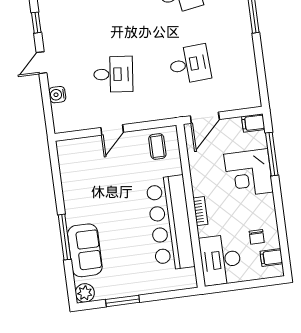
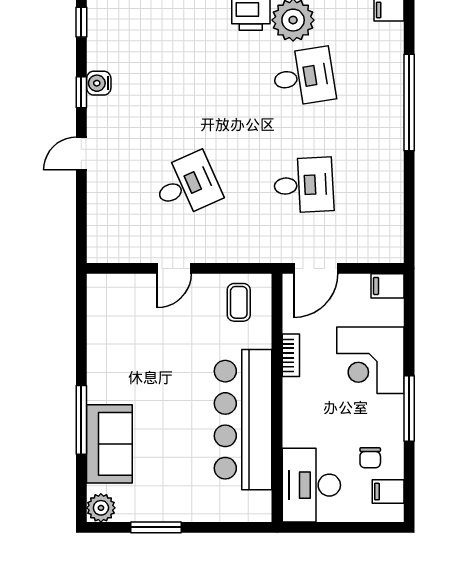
desk: (113, 74) -> (187, 185), turned -30
water cooler: (57, 95) -> (99, 83), moved
window: (272, 154) -> (409, 408), moved
bookcase: (200, 211) -> (291, 355), moved

